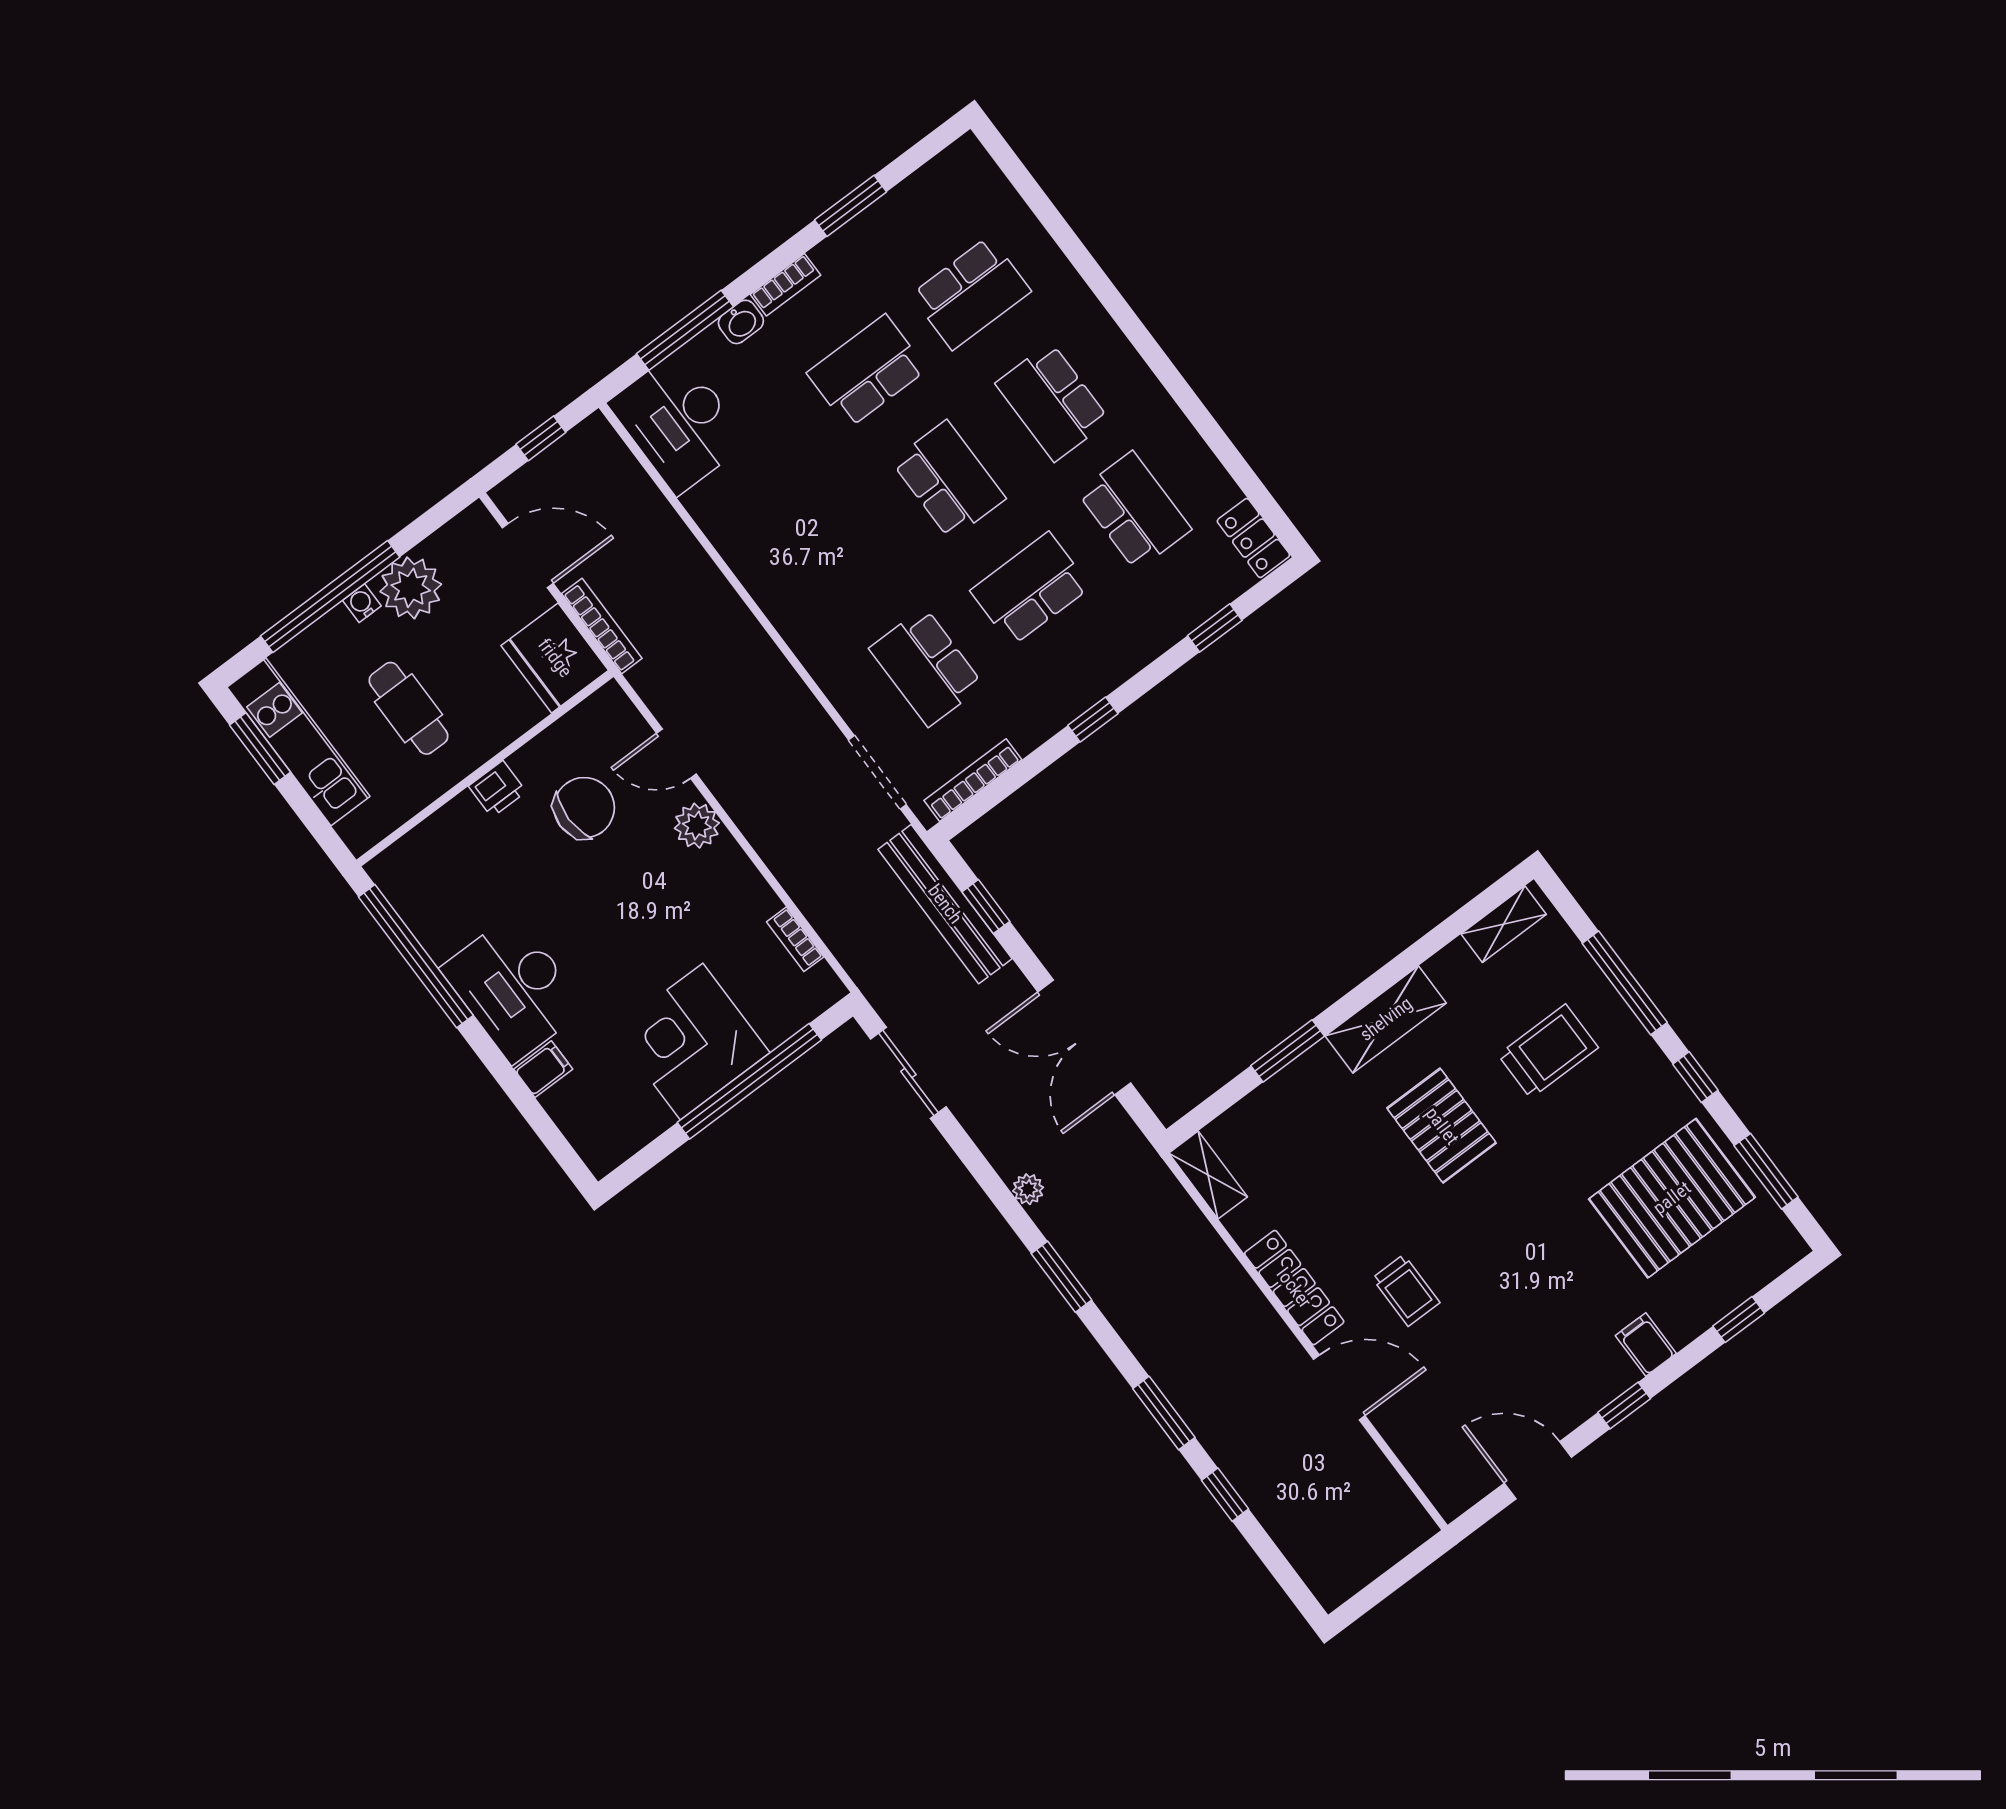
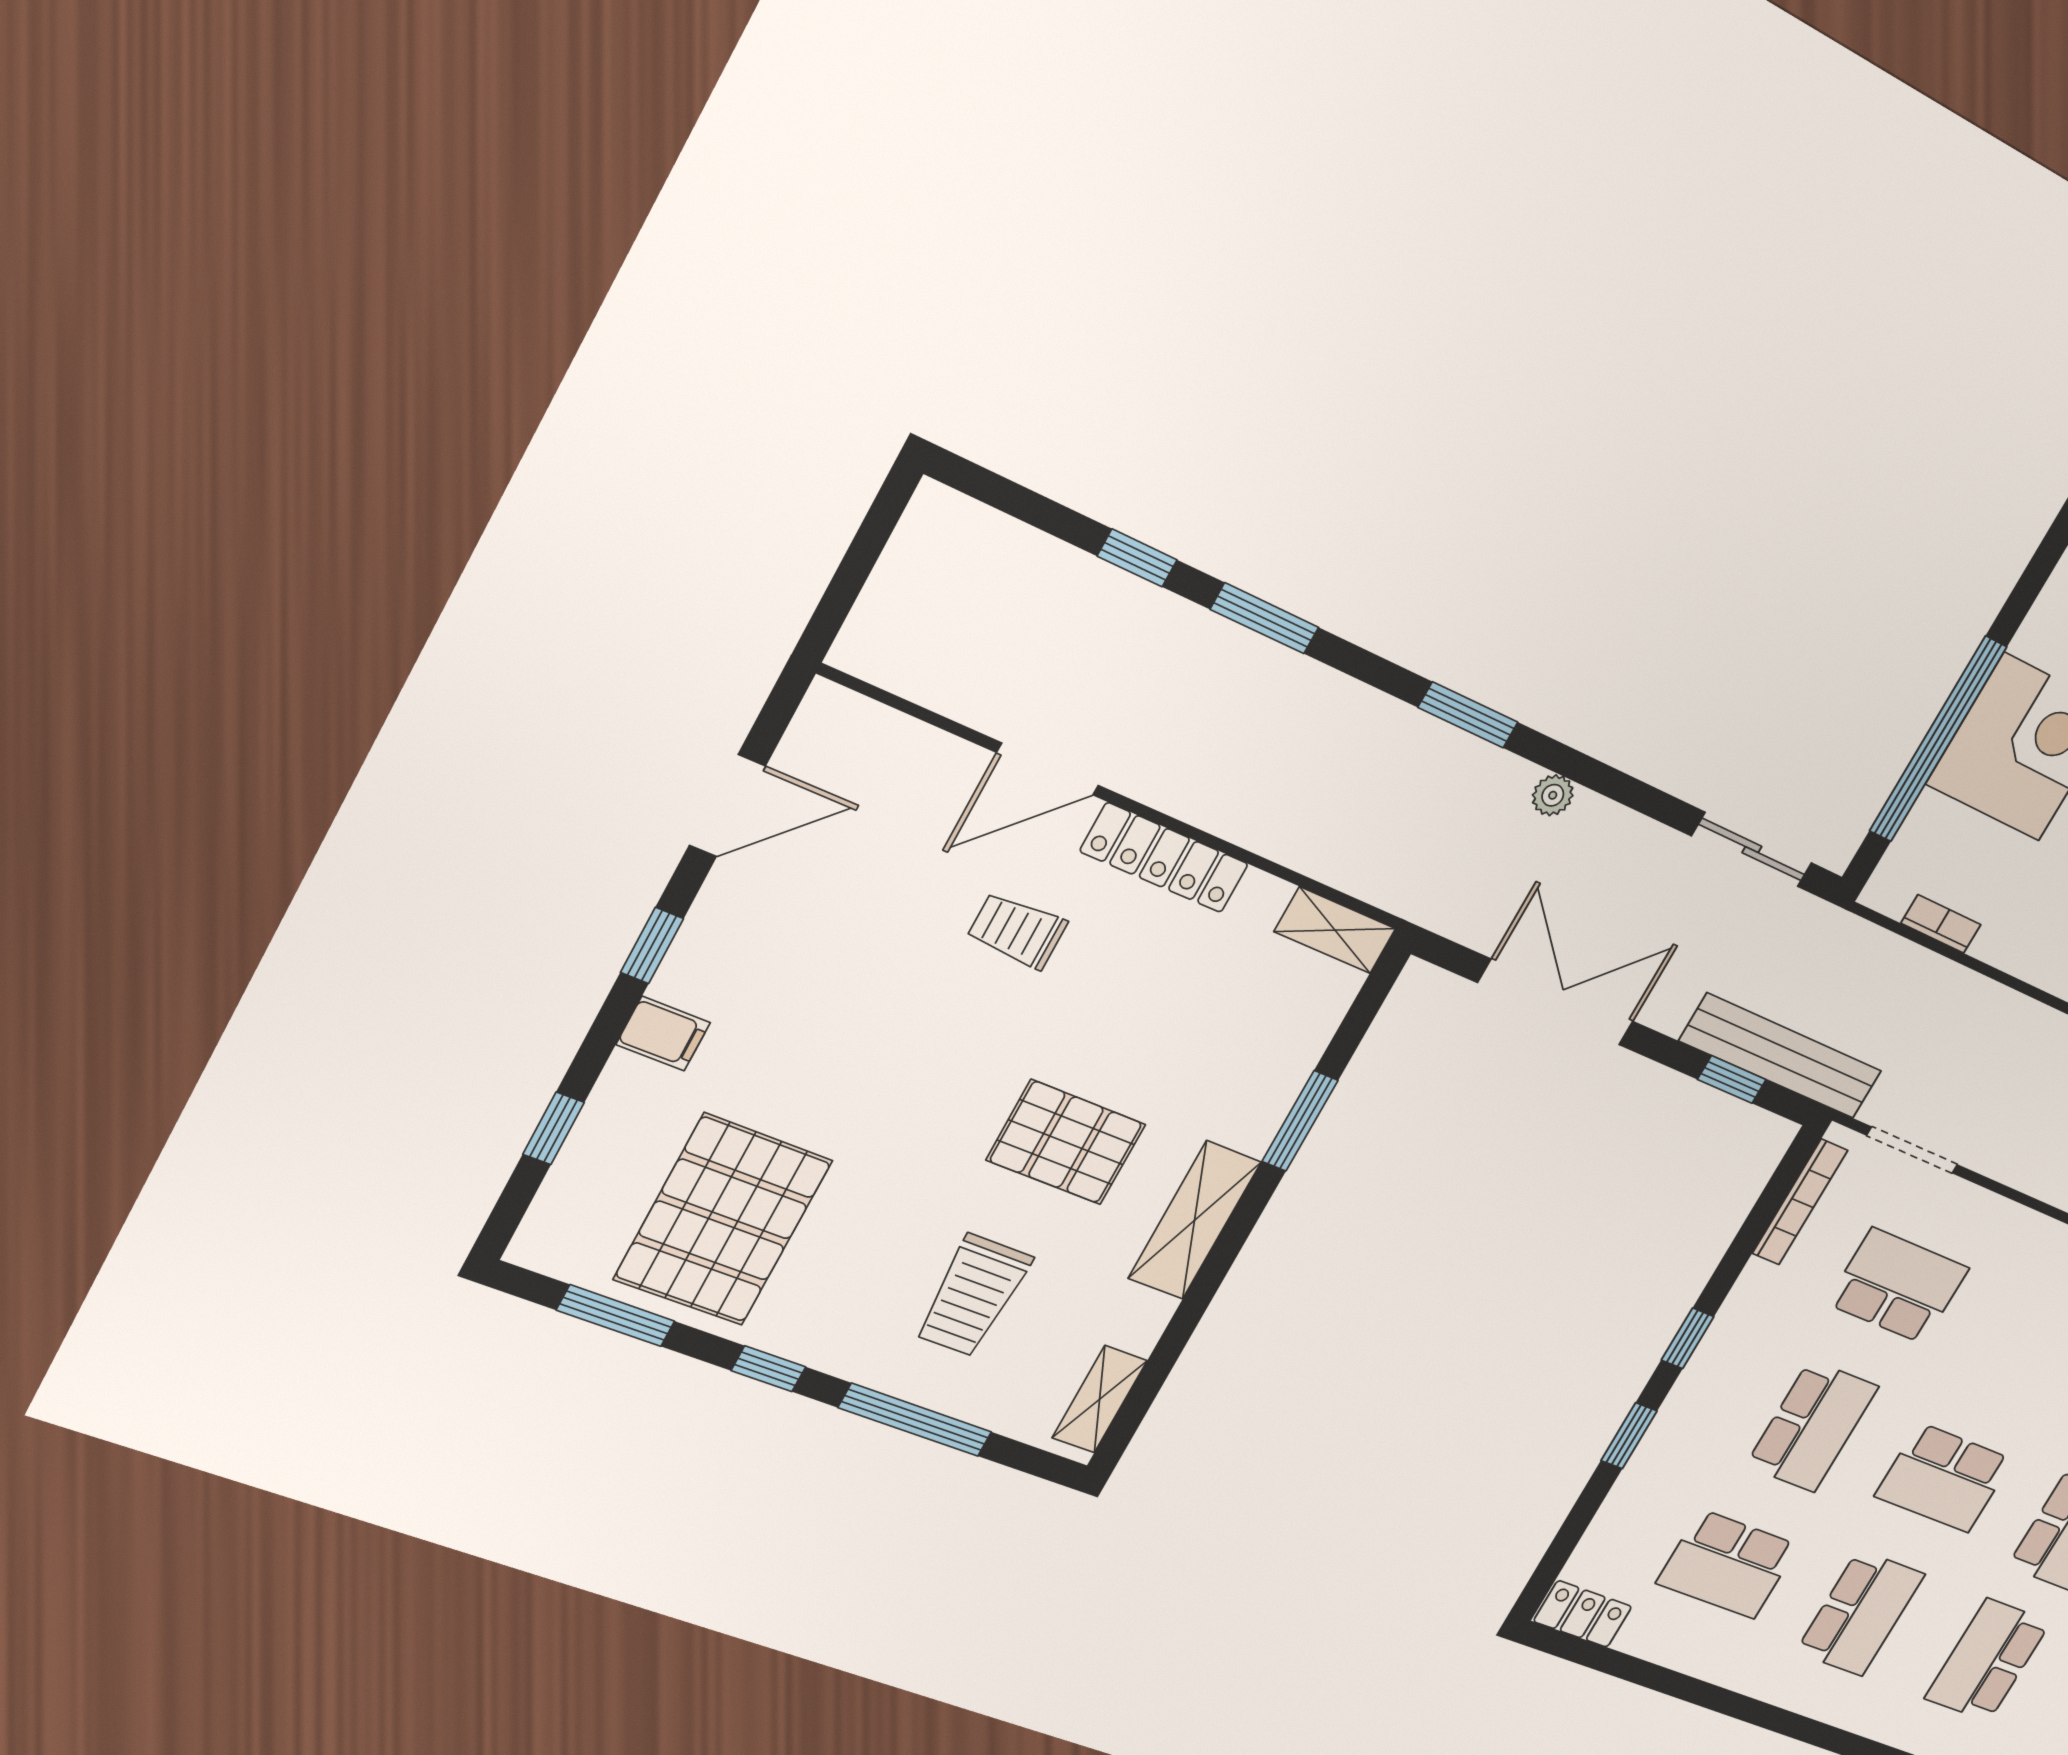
school desk: (1053, 402) -> (1860, 1613), turned 90
window: (1215, 628) -> (1629, 1436), moved

